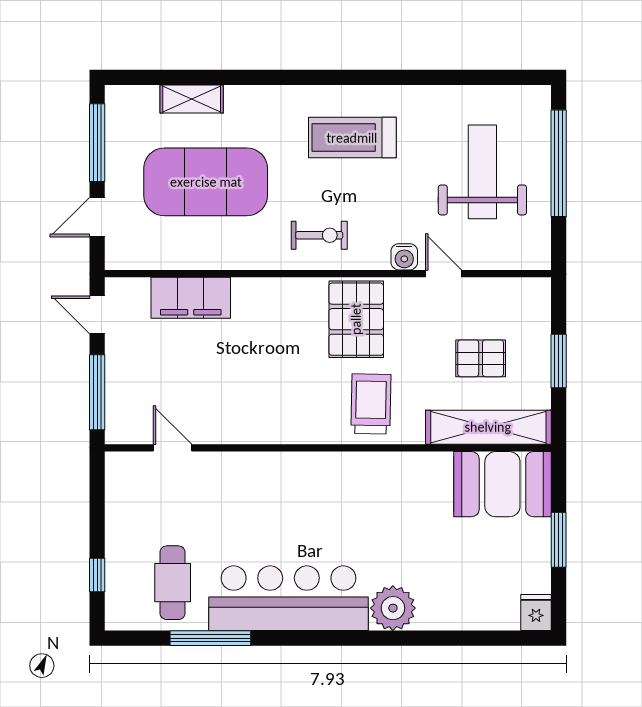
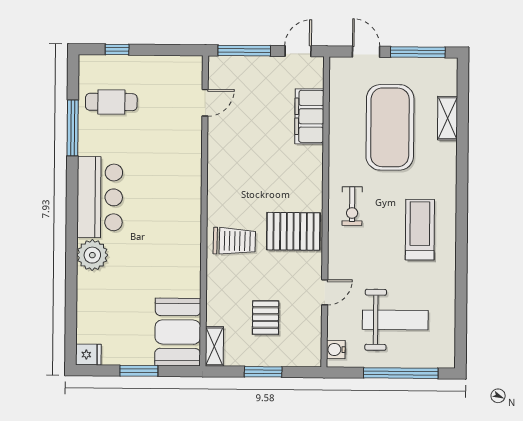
water cooler: (404, 257) -> (336, 350), moved
shelving: (488, 427) -> (214, 346), width x0.45, depth x0.75
bar counter: (289, 598) -> (100, 197), width x0.73

